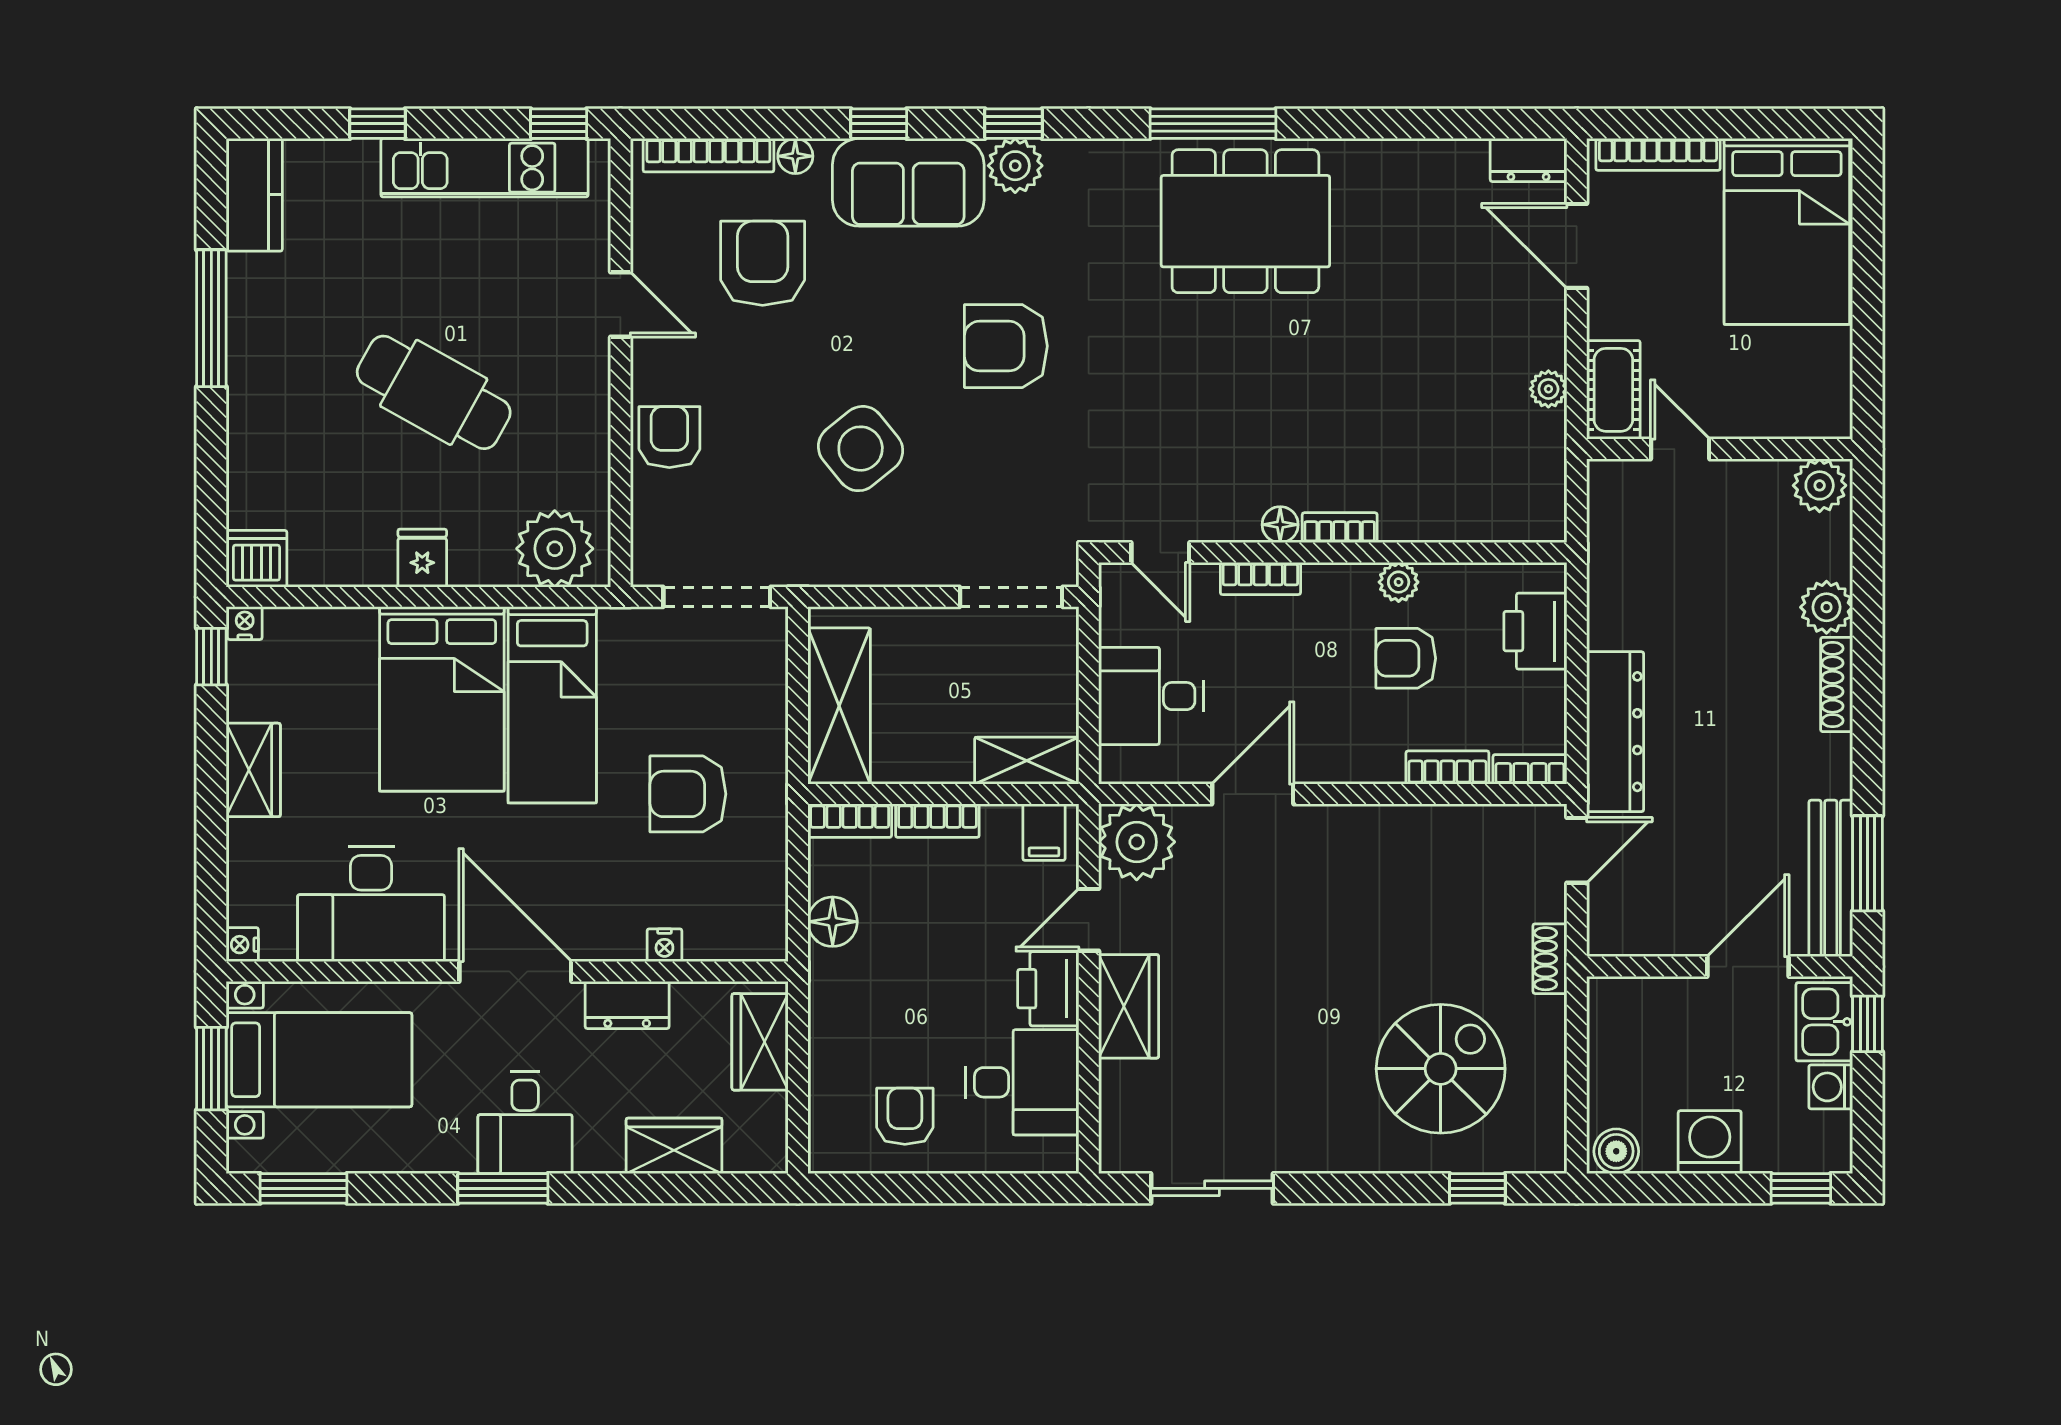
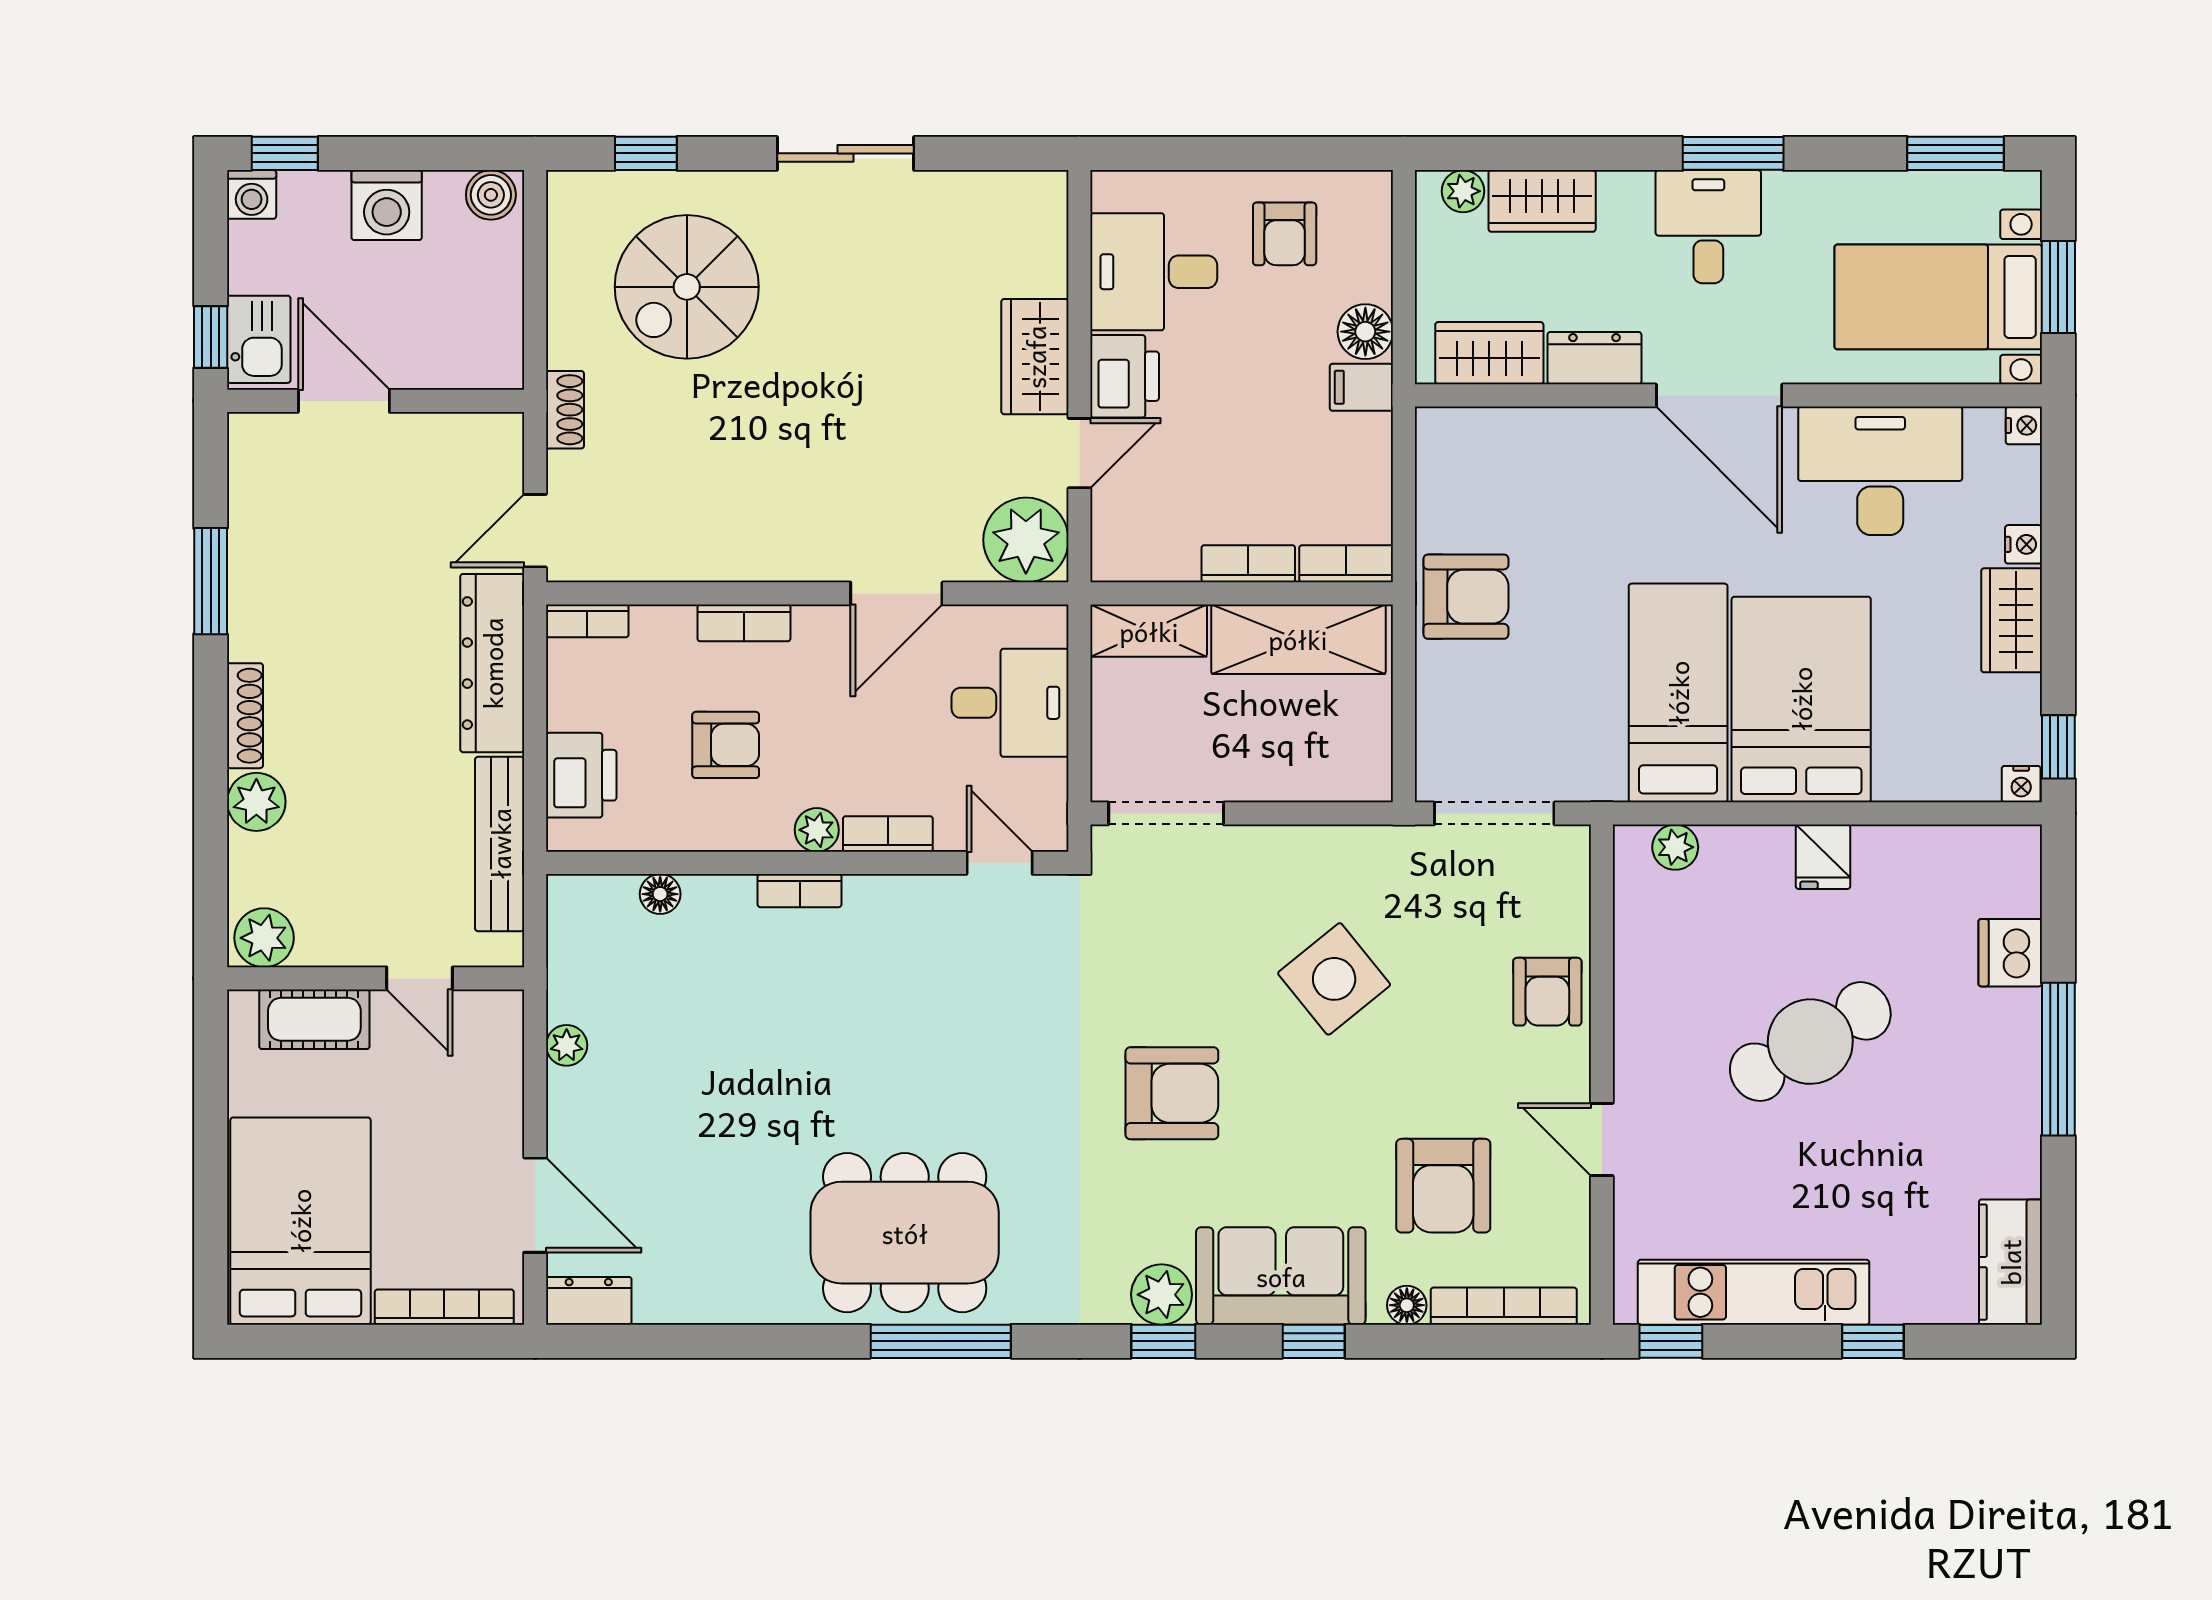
window: (211, 318) -> (2058, 1059), moved
cot: (1613, 390) -> (314, 1019), moved, turned 90
cafe table: (434, 392) -> (1810, 1042), turned -59
floor lamp: (1280, 525) -> (660, 894), moved
plant: (555, 549) -> (1675, 847), width x0.53, depth x0.53
dishwasher: (256, 559) -> (2010, 953), moved, turned 90
plant: (1399, 582) -> (817, 830), moved
shelving: (839, 706) -> (1298, 639), moved, turned 90
bookcase: (1447, 768) -> (744, 623), moved
armchair: (688, 794) -> (1466, 597), moved
filing cabinet: (1044, 832) -> (1361, 387), moved, turned -90
window: (1867, 863) -> (211, 581), moved
bench: (1831, 878) -> (500, 844), moved
floor lamp: (833, 922) -> (1365, 332), moved
nightstand: (664, 945) -> (2024, 544), moved, turned 90
door: (1748, 967) -> (344, 401), swing flipped
wardrobe: (760, 1042) -> (1489, 353), moved, turned -90
washing machine: (1831, 1087) -> (252, 194), moved, turned 90
plant: (745, 1155) -> (1463, 191), added
sliding door: (1212, 1188) -> (846, 153), moved

